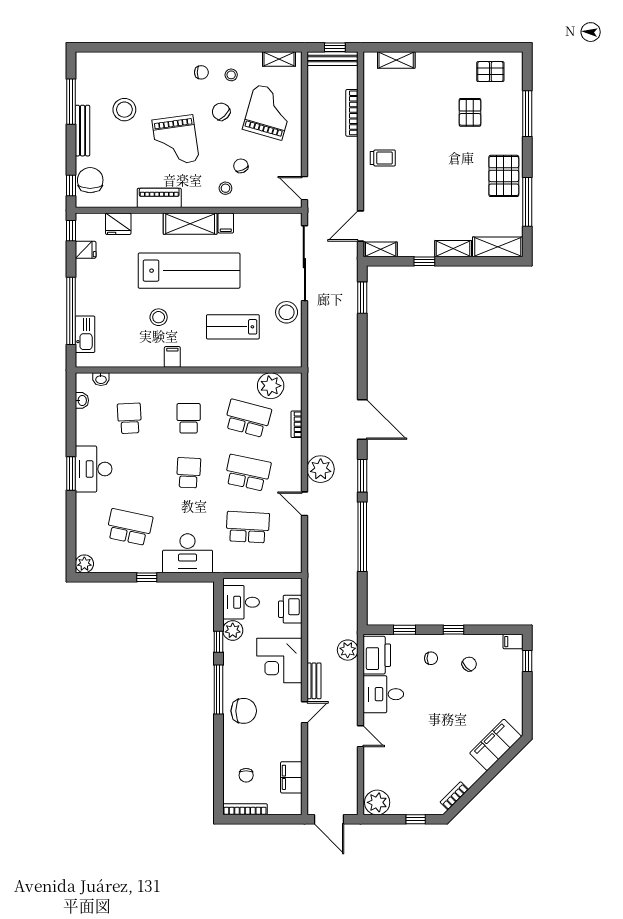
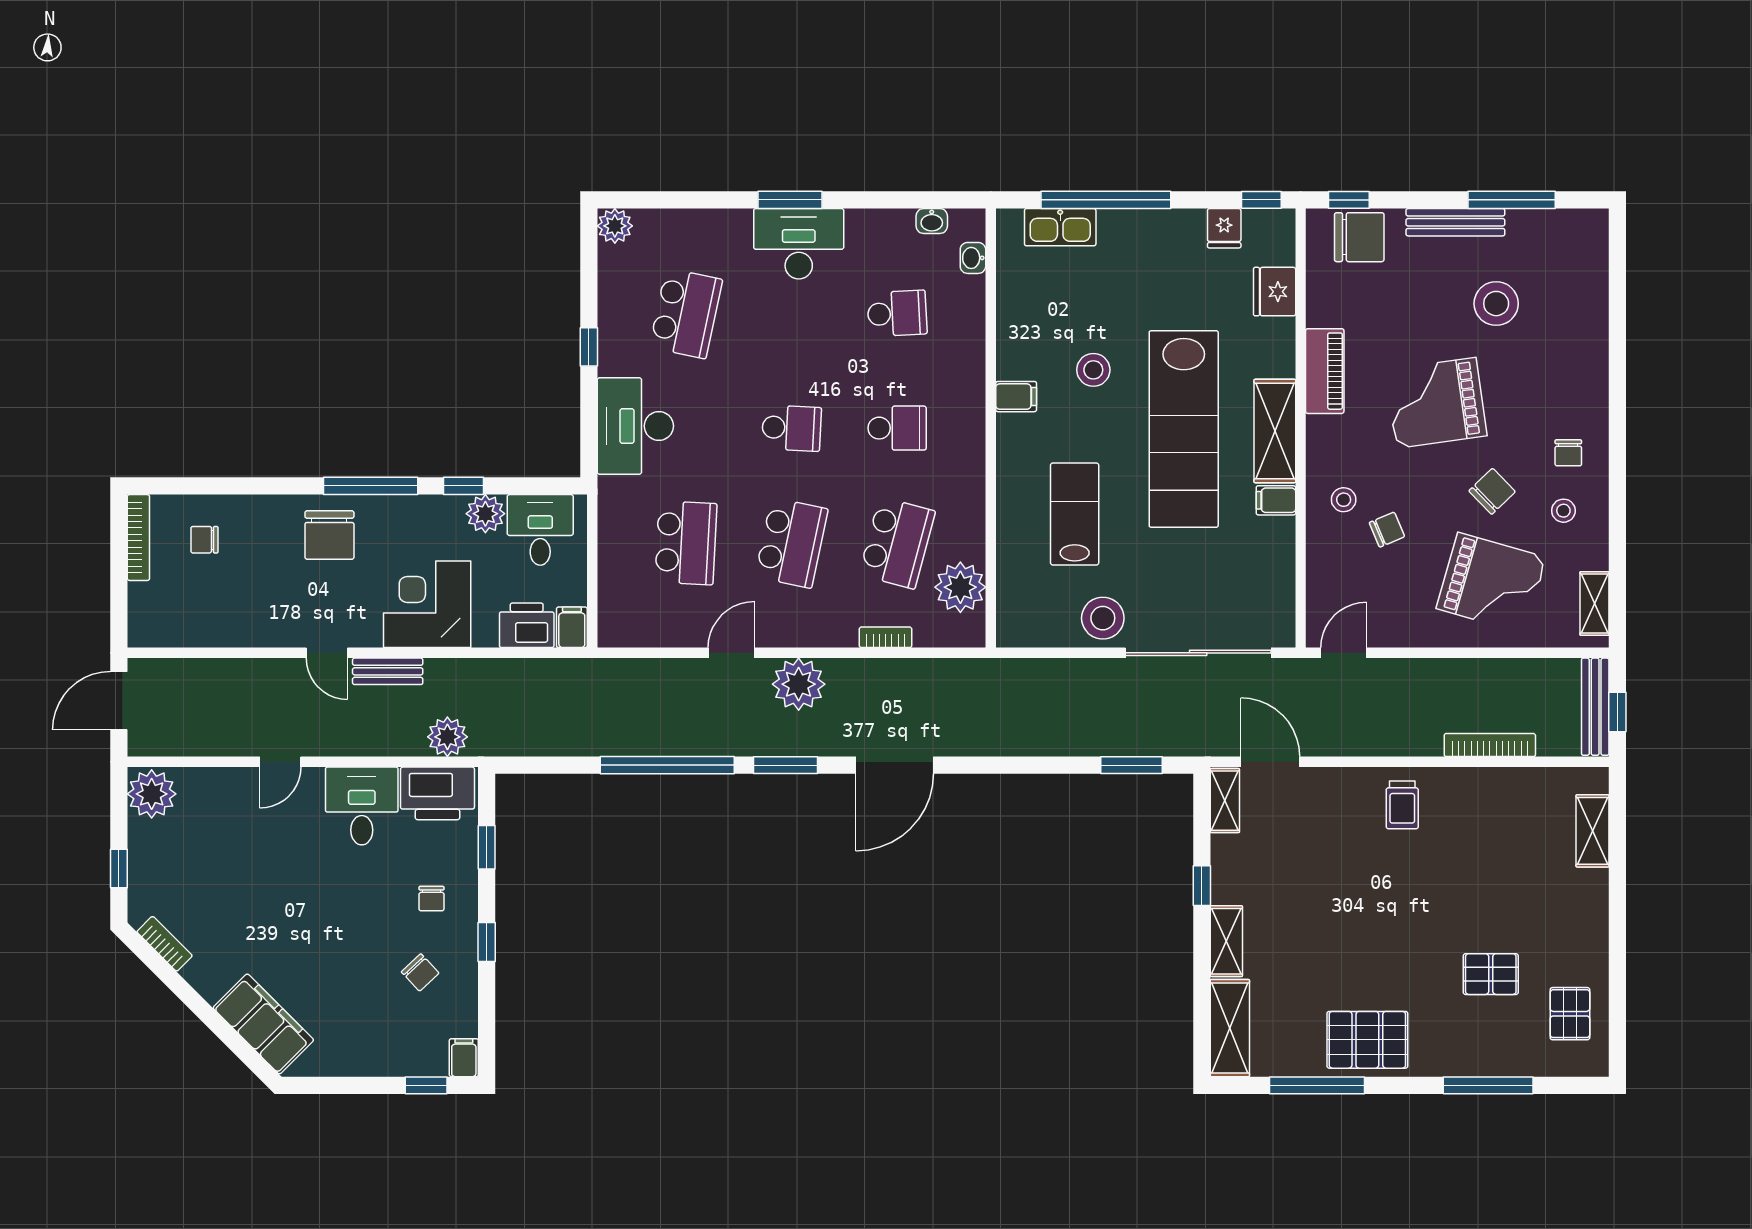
filing cabinet: (291, 777) -> (572, 627), moved, width x0.50

